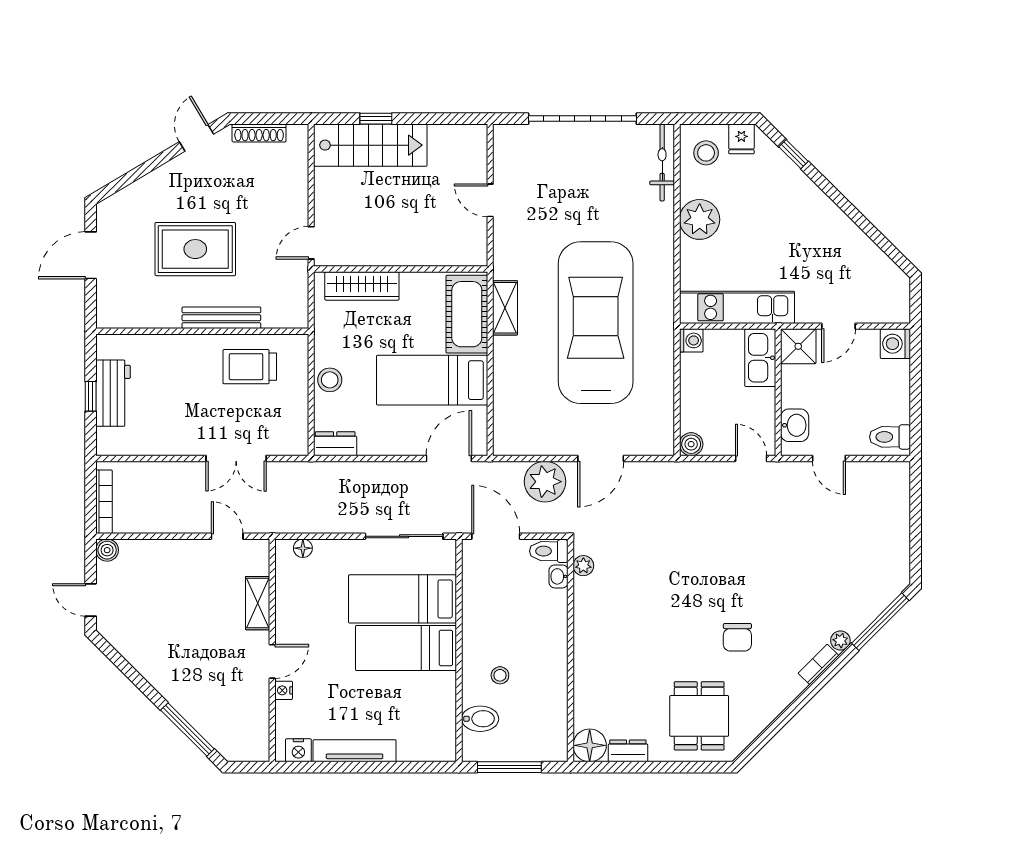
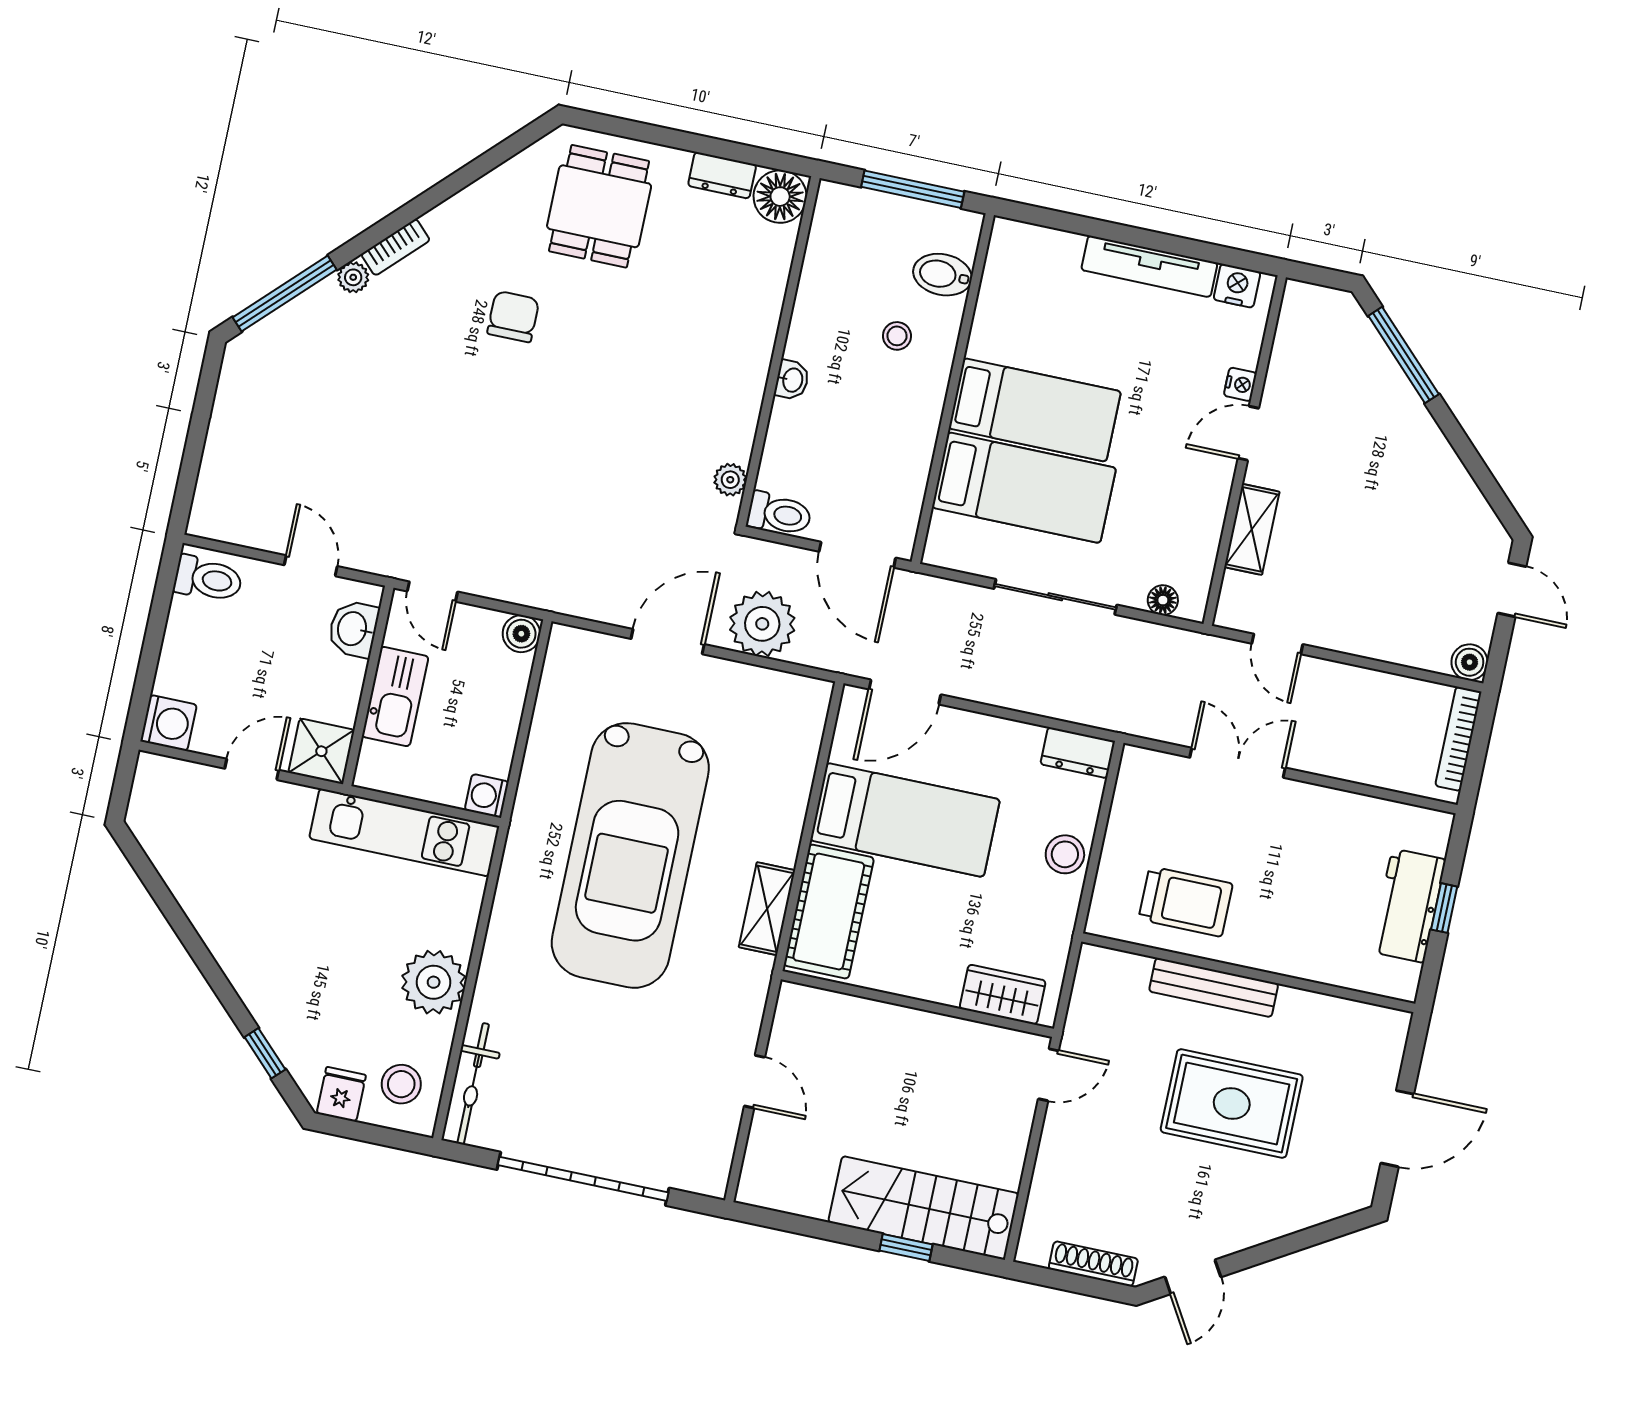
wardrobe: (362, 286) -> (1003, 995), width x0.67
kitchen sink: (760, 358) -> (395, 696), moved
sliding door: (404, 536) -> (1055, 597), moved
washbasin: (559, 576) -> (792, 380), moved

